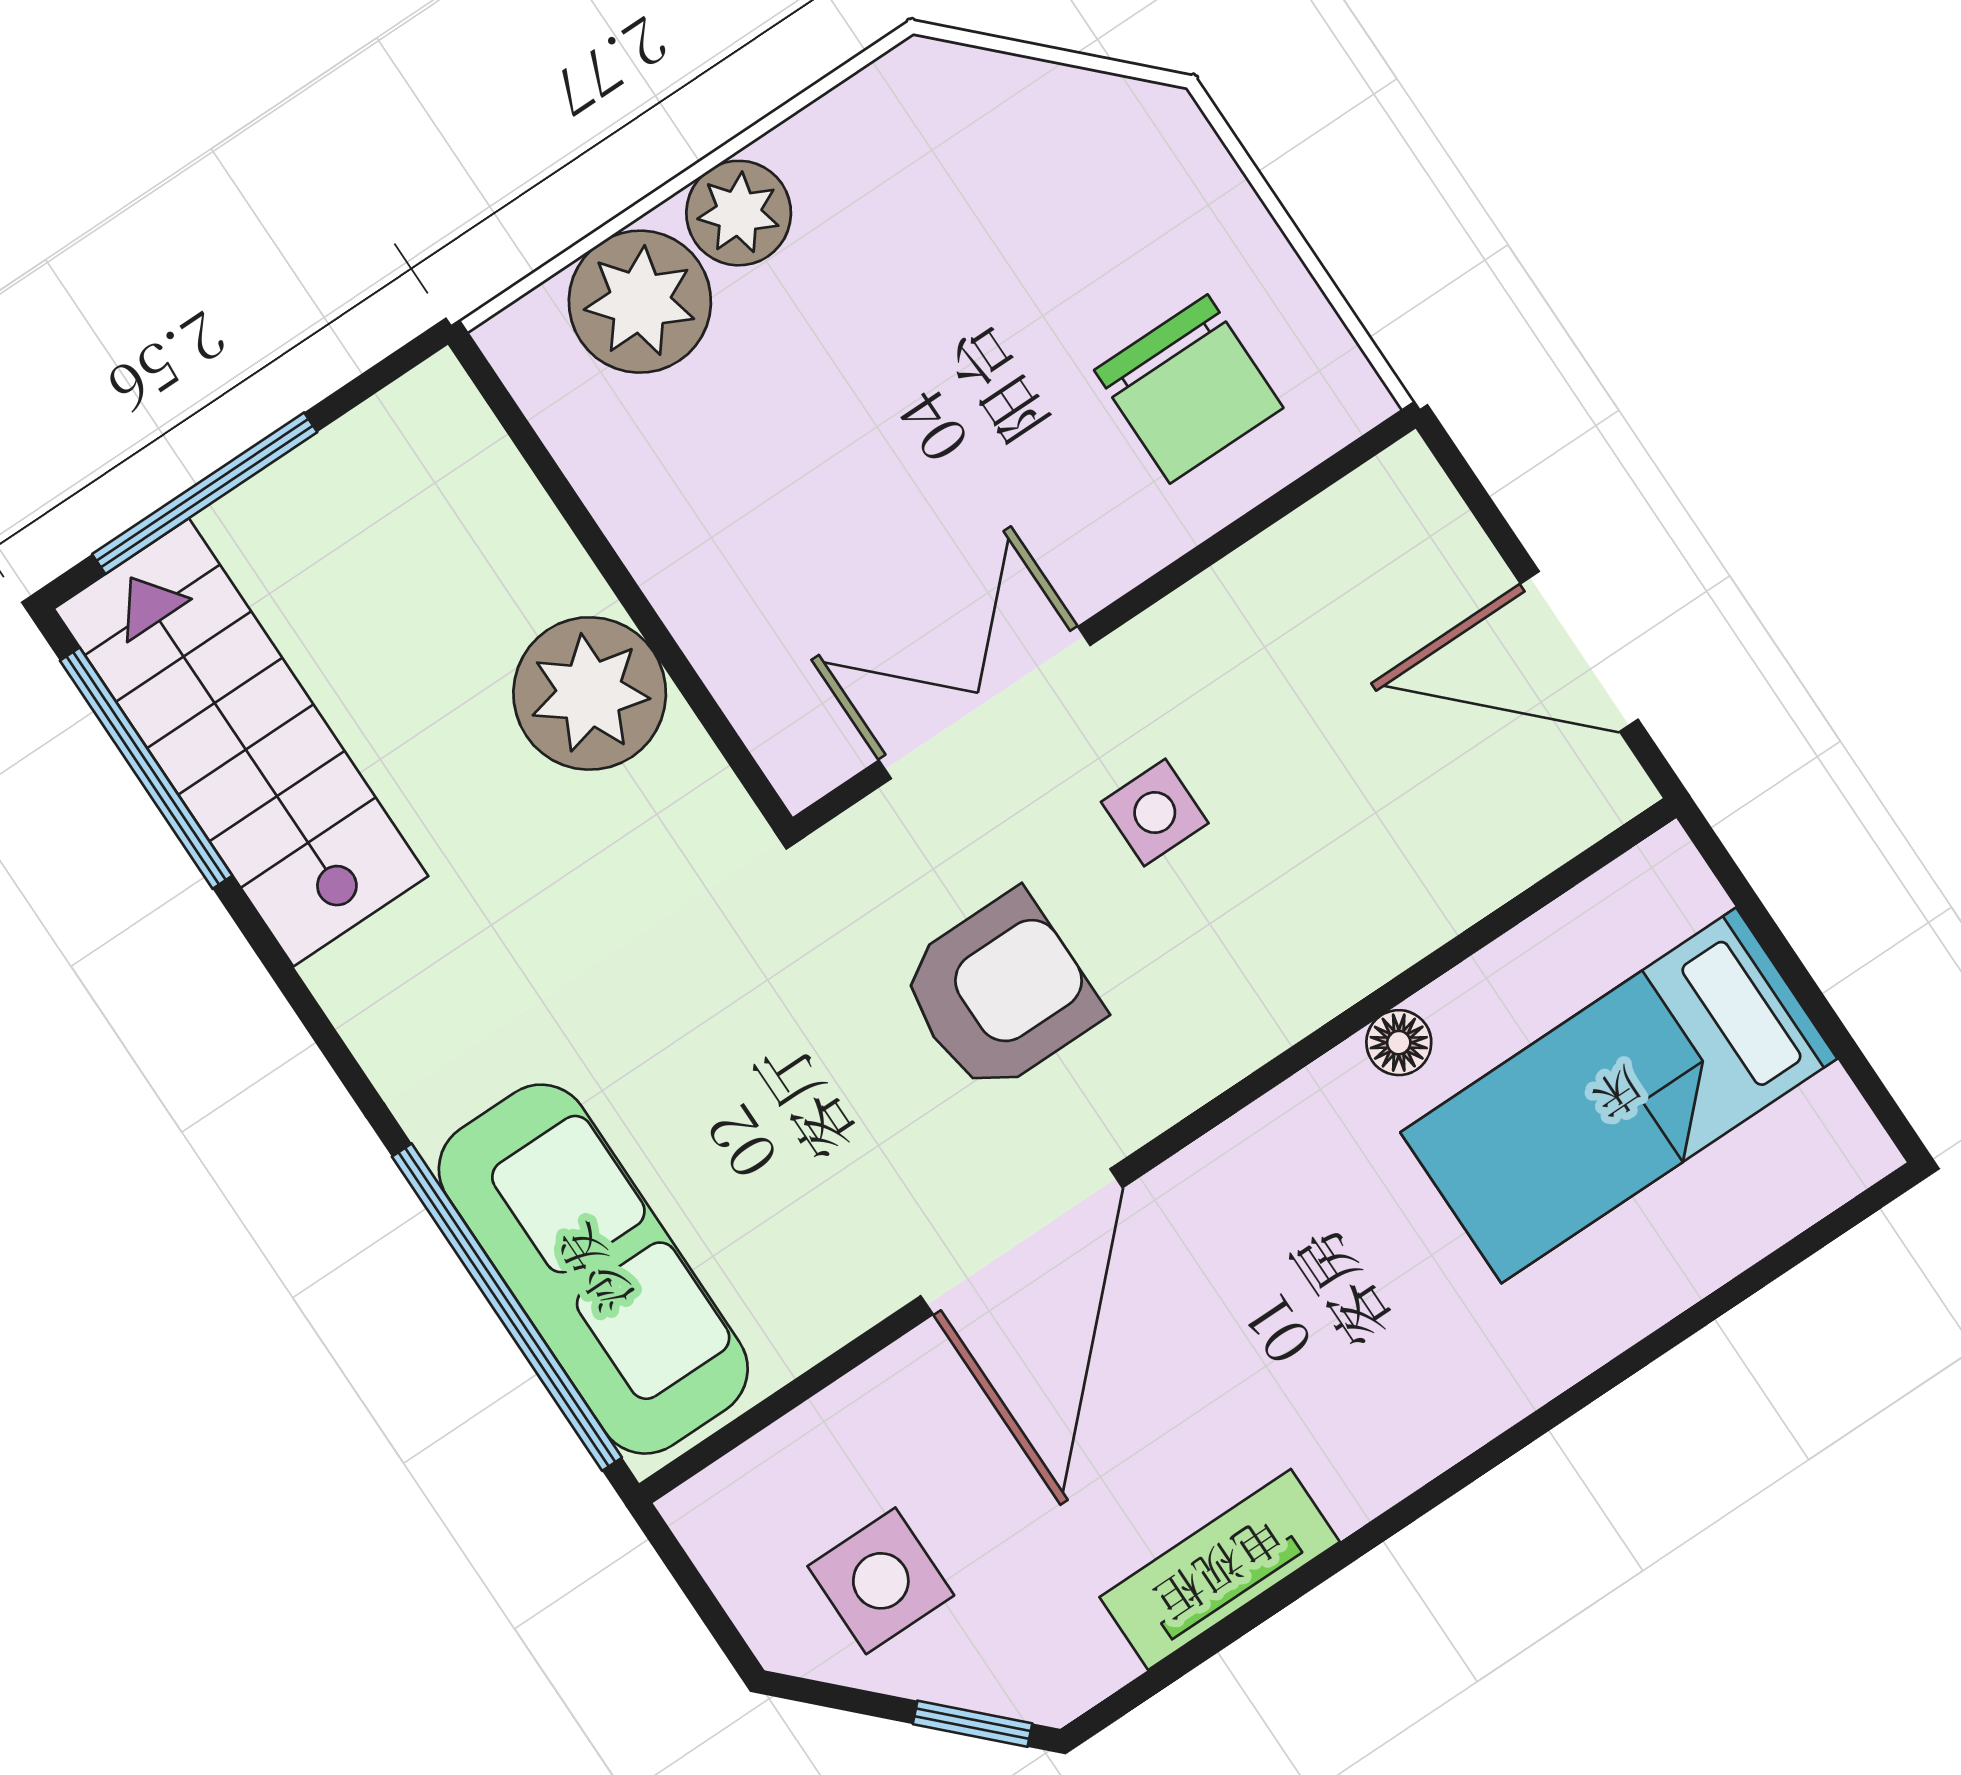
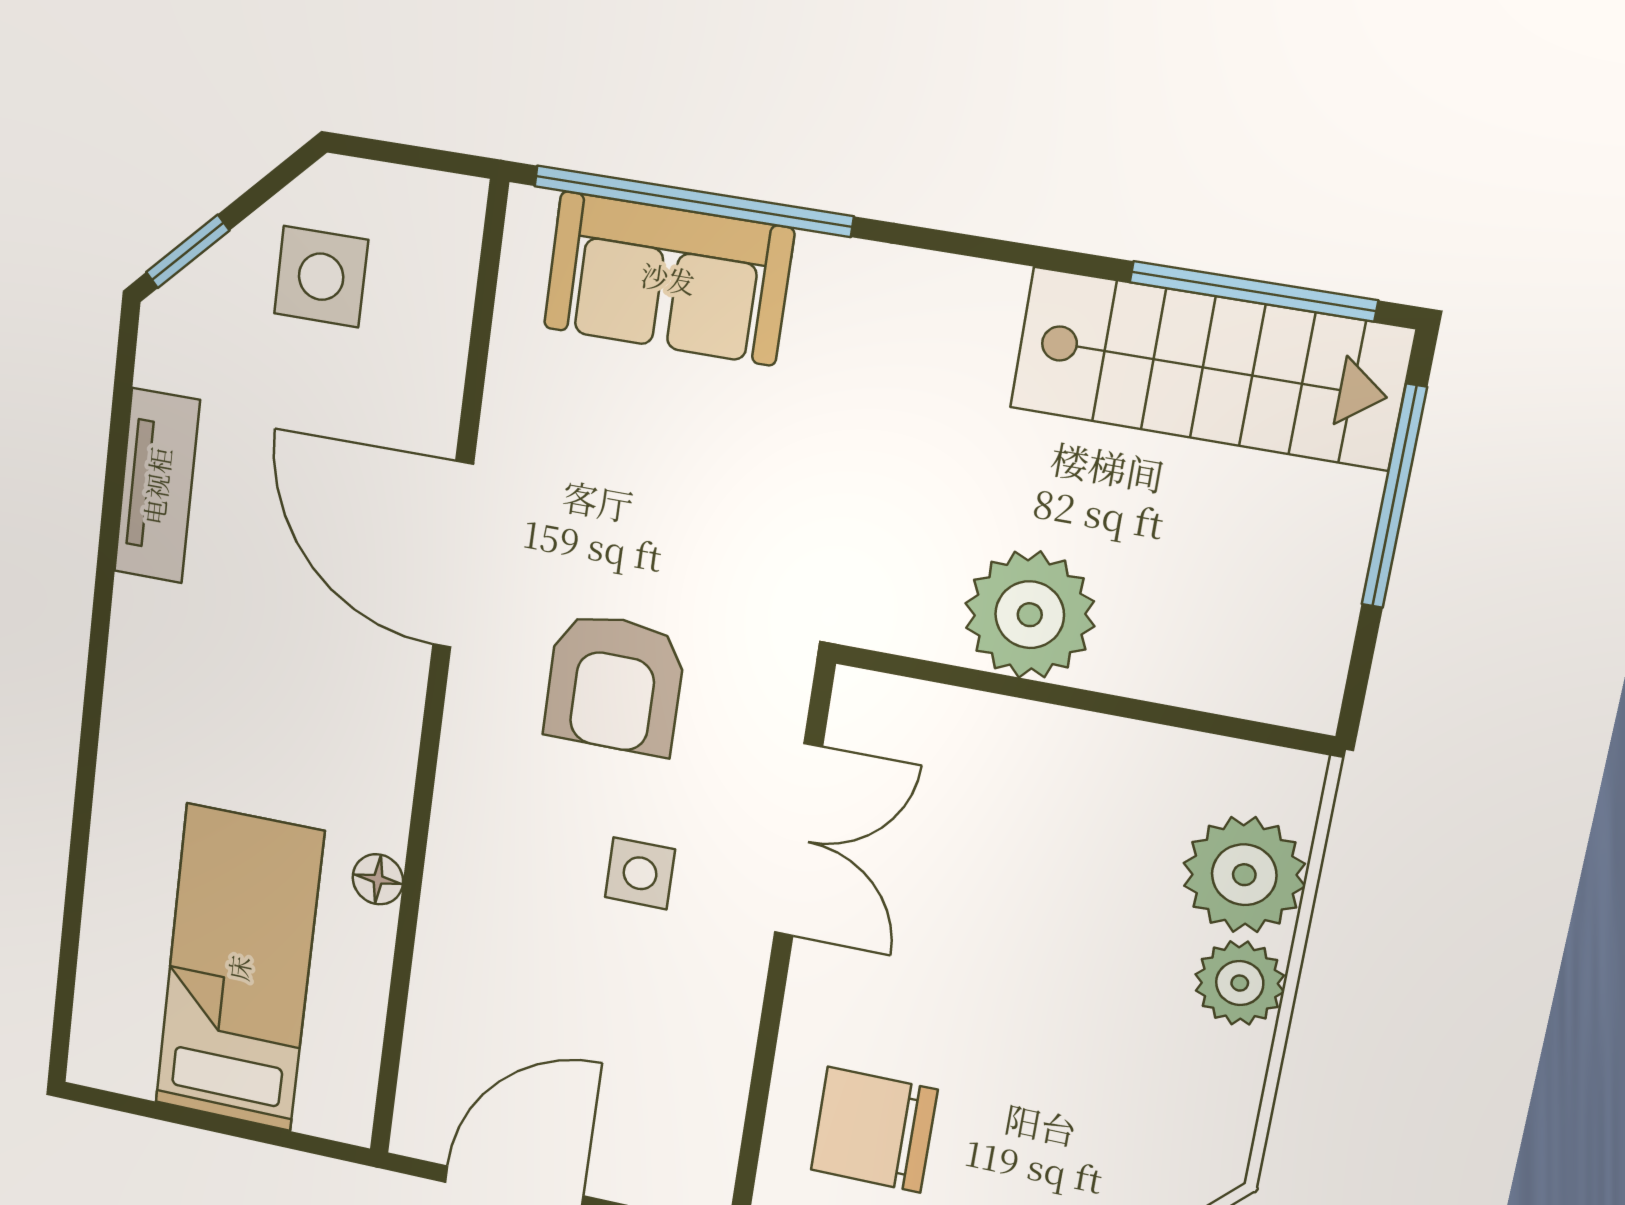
sofa: (593, 1269) -> (668, 278), width x0.73

